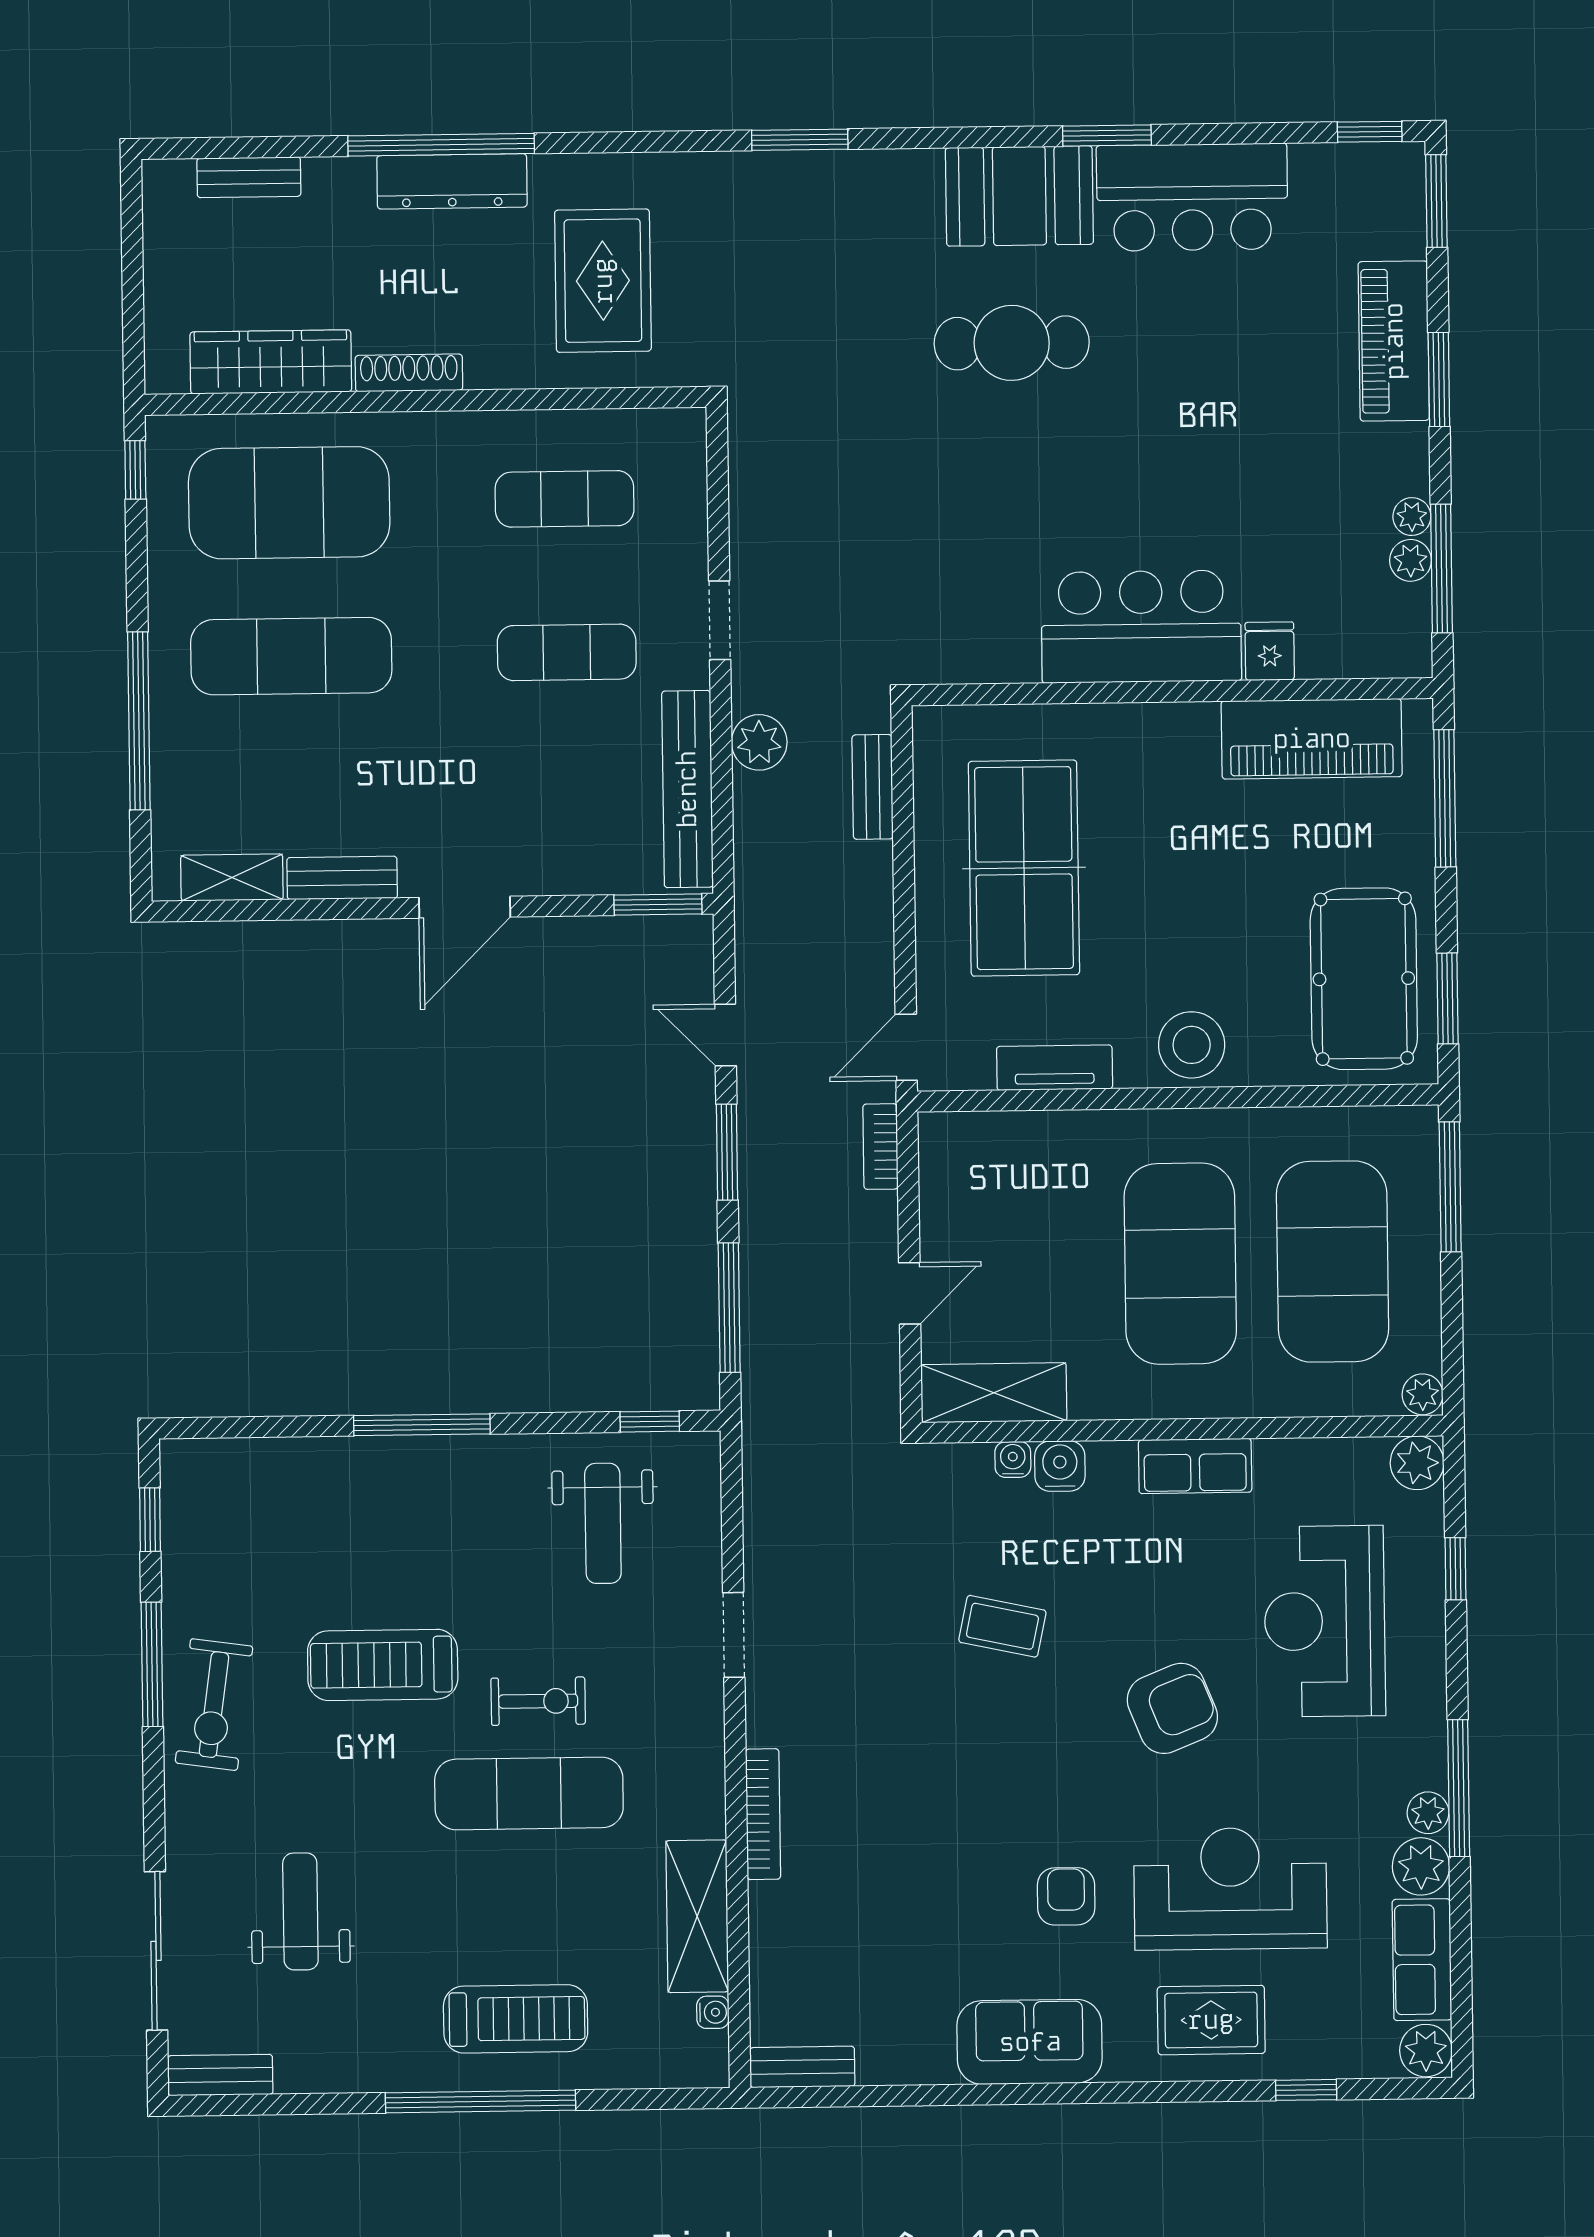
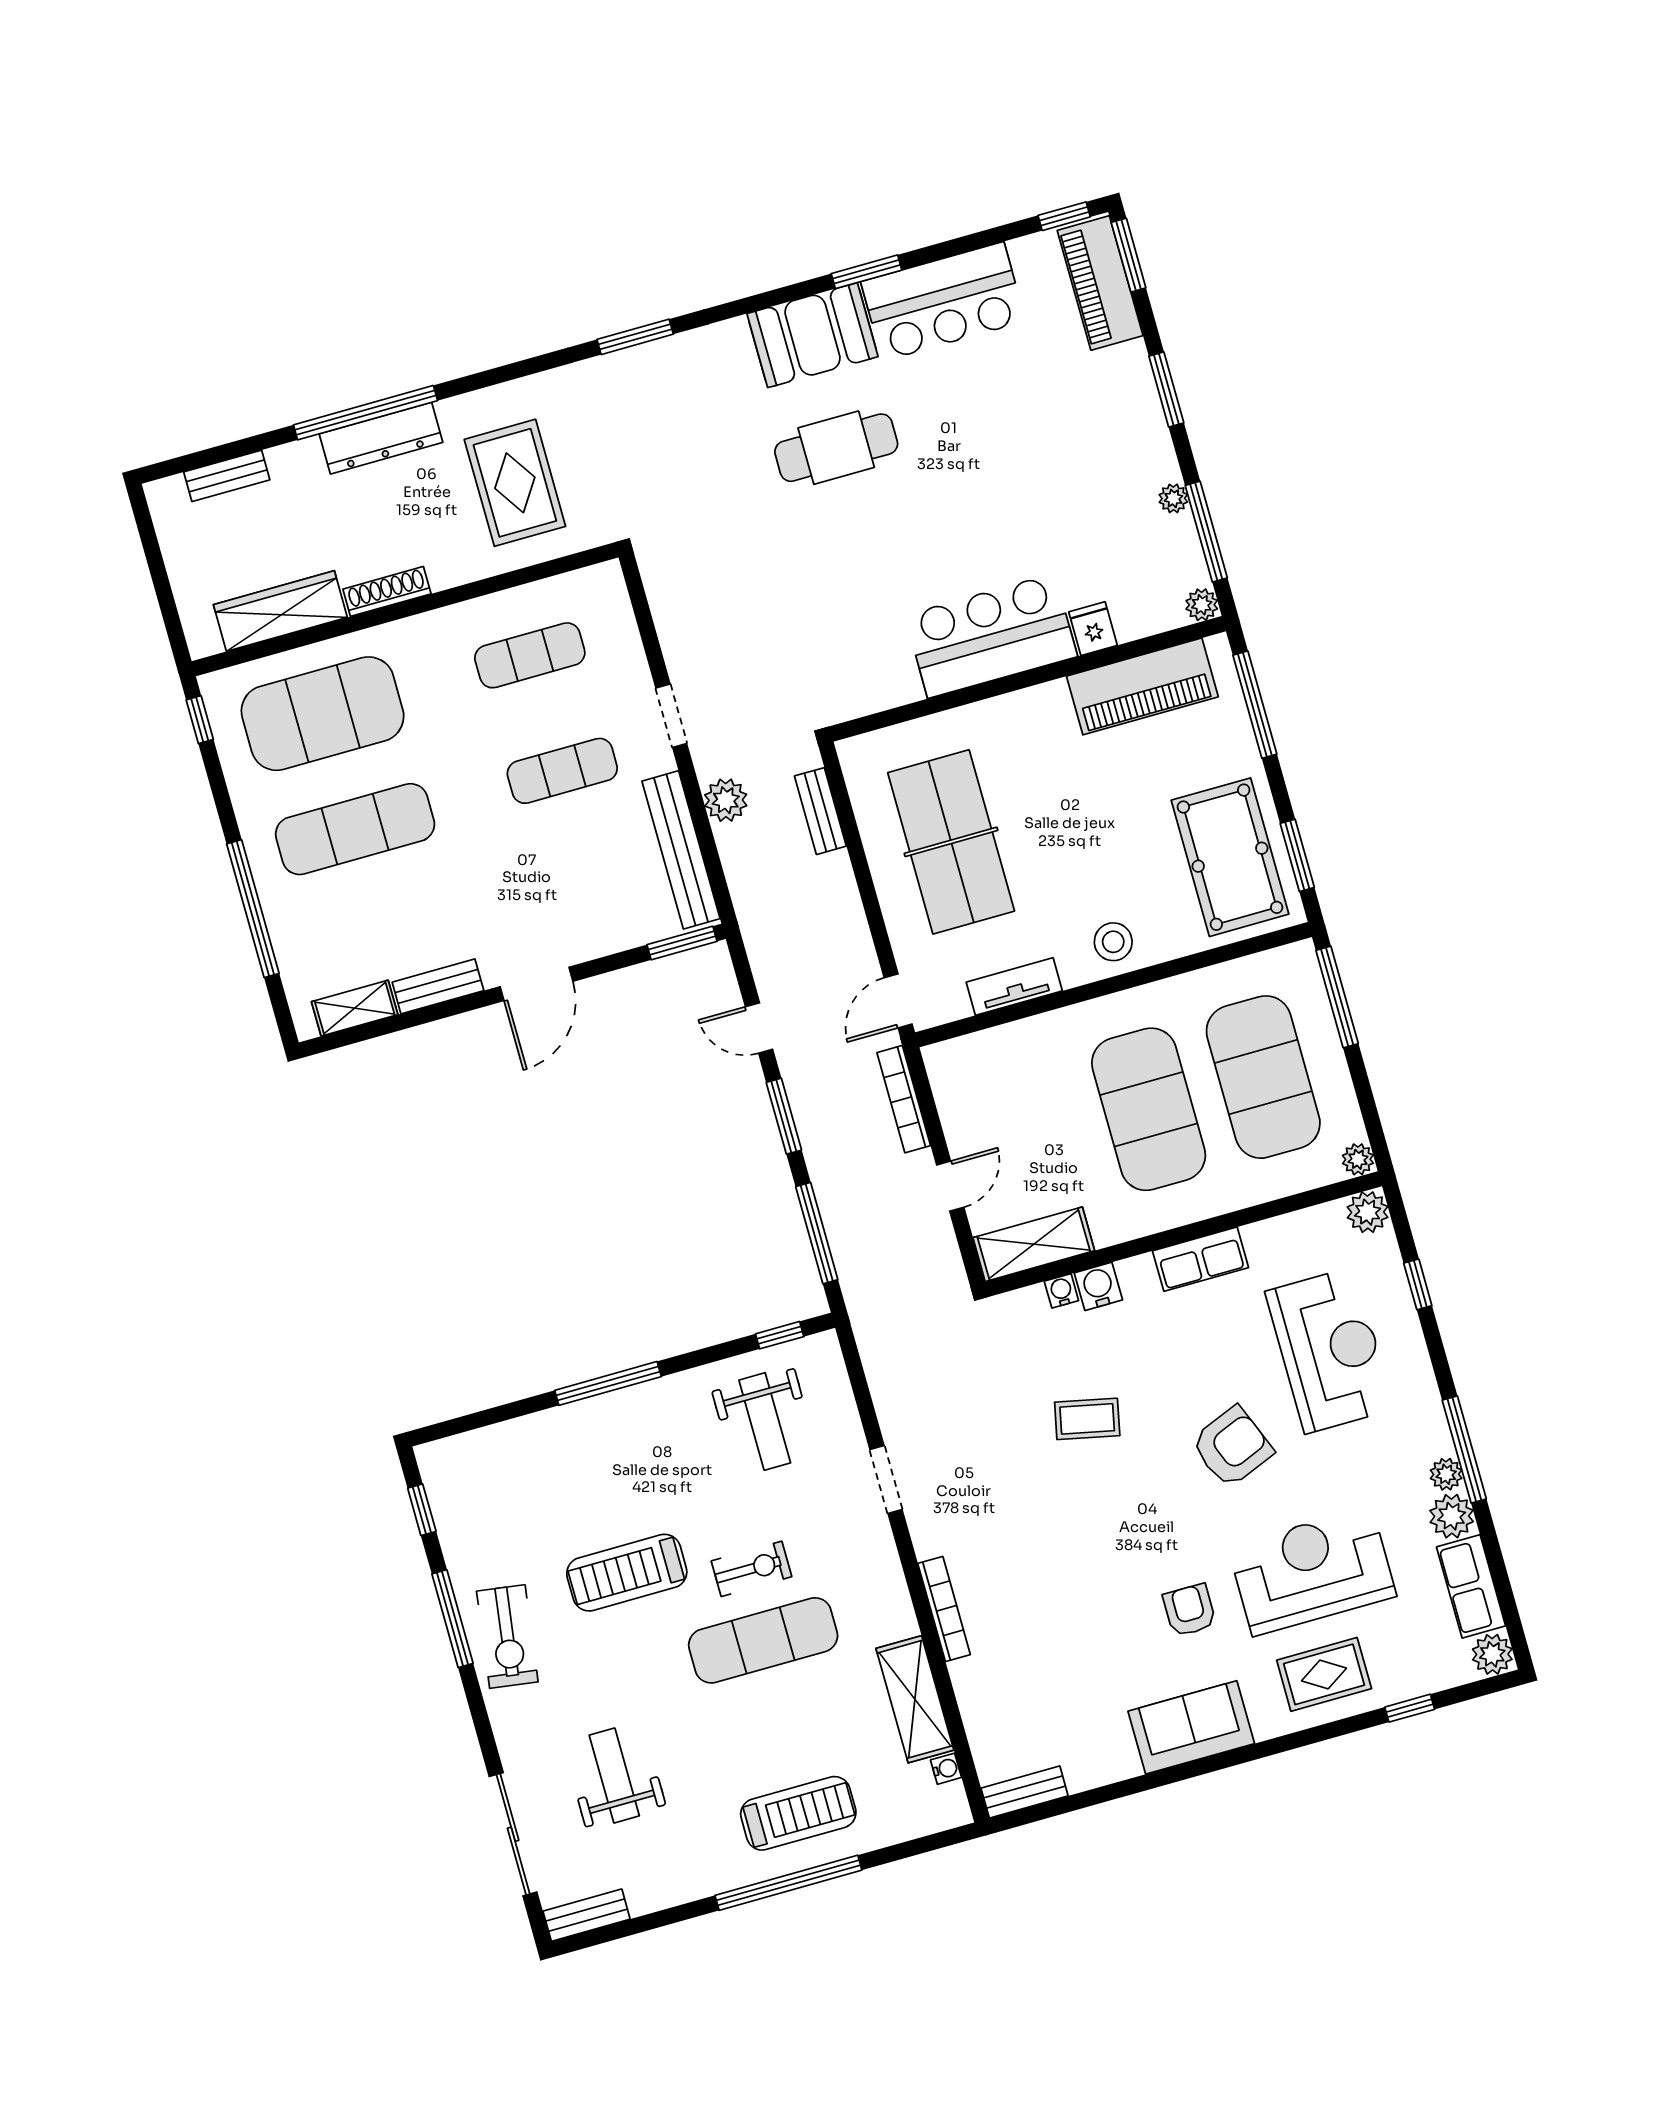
piano: (1394, 341) -> (1100, 283), moved
plant: (1411, 560) -> (1202, 605), moved
stool: (1192, 1045) -> (1113, 942), width x0.73, depth x0.73
bookcase: (880, 1147) -> (904, 1099), width x1.56
reception desk: (1325, 1621) -> (1330, 1350), turned 180

